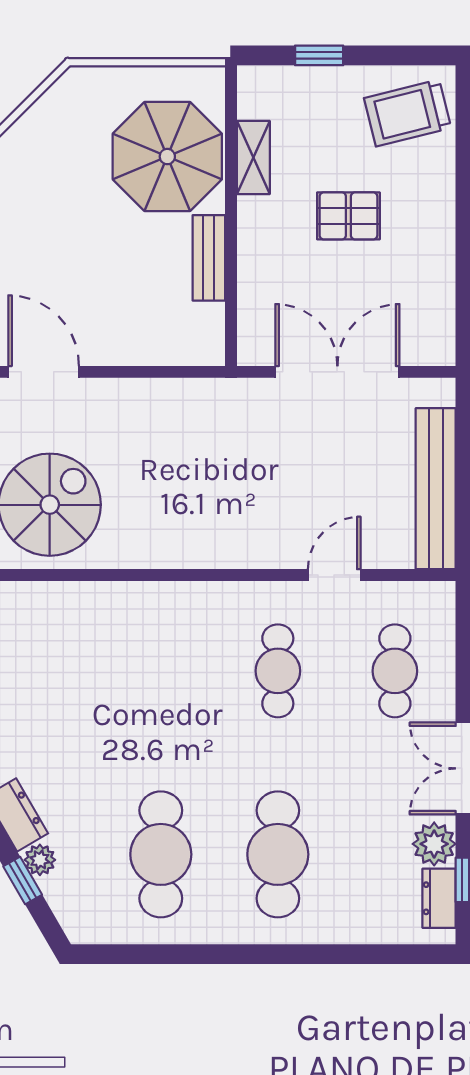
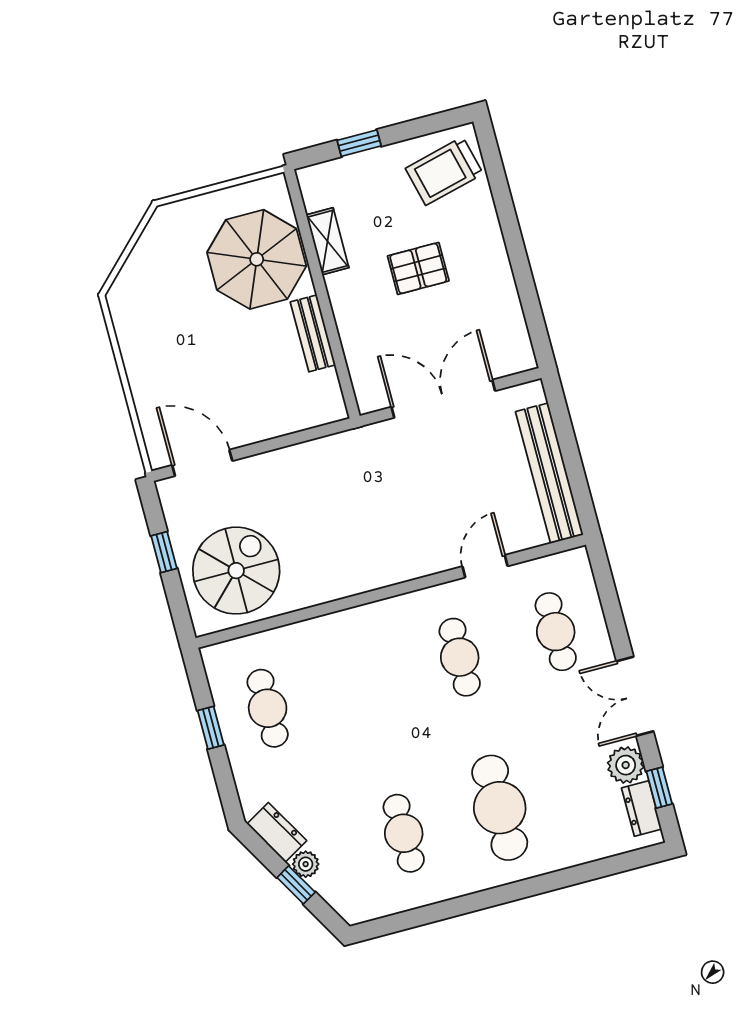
cafe table: (44, 671) -> (268, 708), added
cafe table: (161, 854) -> (404, 833), width x0.73, depth x0.74

